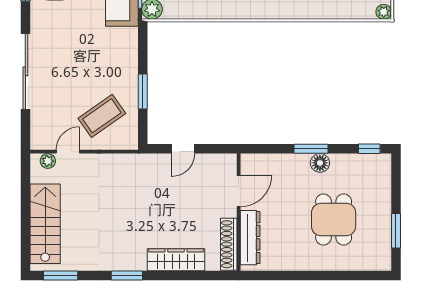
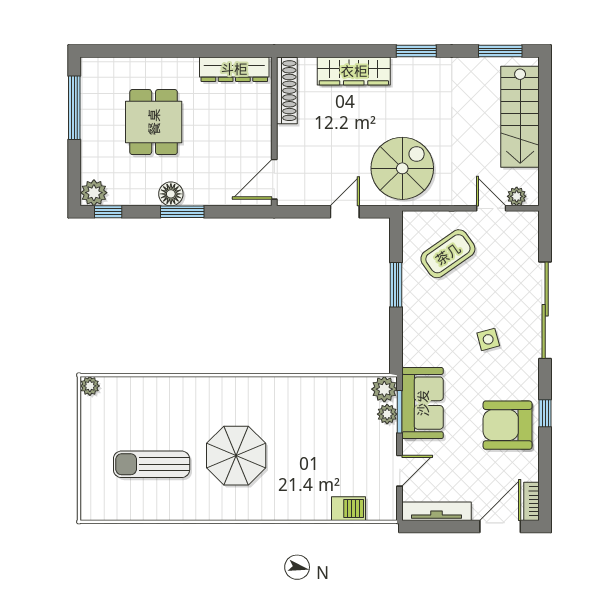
side table: (70, 48) -> (488, 339), added
door: (68, 152) -> (491, 208), swing flipped
plant: (381, 164) -> (94, 193), added
spiral stairs: (138, 183) -> (402, 168), added
door: (239, 191) -> (274, 179), moved
window: (396, 231) -> (74, 108), width x1.44
dresser: (250, 238) -> (234, 69), moved, turned -90

